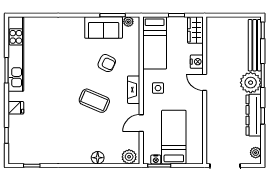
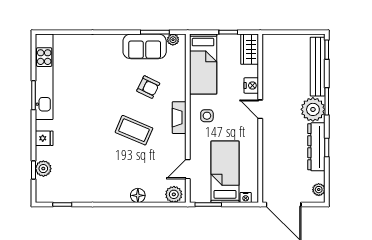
door: (141, 123) -> (188, 169), moved
plant: (15, 134) -> (43, 169), added
nightstand: (156, 159) -> (246, 197), moved

